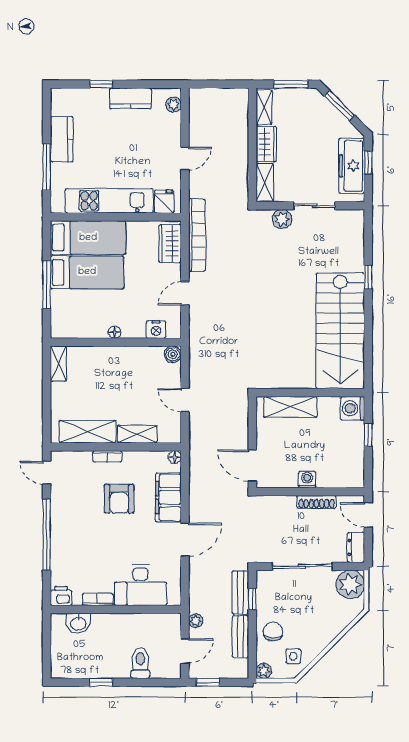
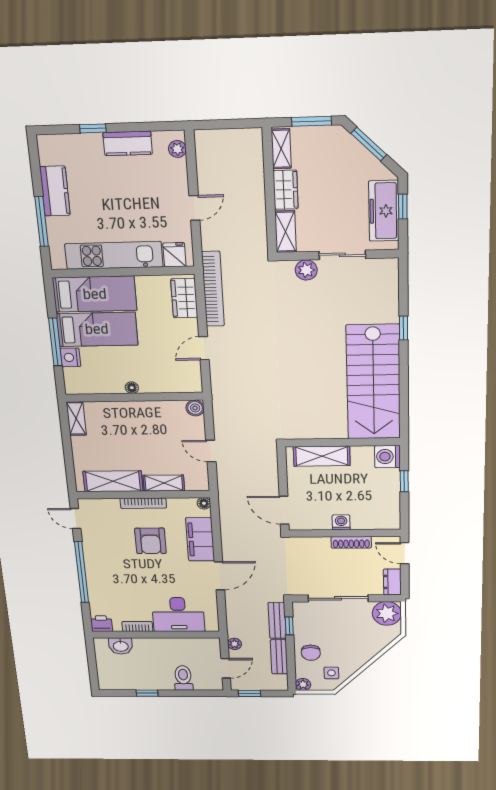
nightstand: (156, 329) -> (70, 357), moved, turned 90
bookcase: (107, 456) -> (143, 503), width x1.56
chair: (273, 632) -> (311, 653), turned 180

